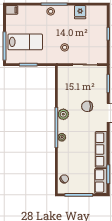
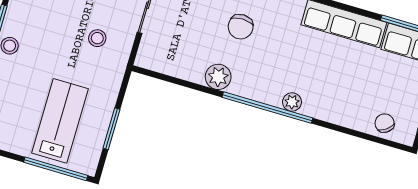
plant: (63, 114) -> (218, 77), moved

